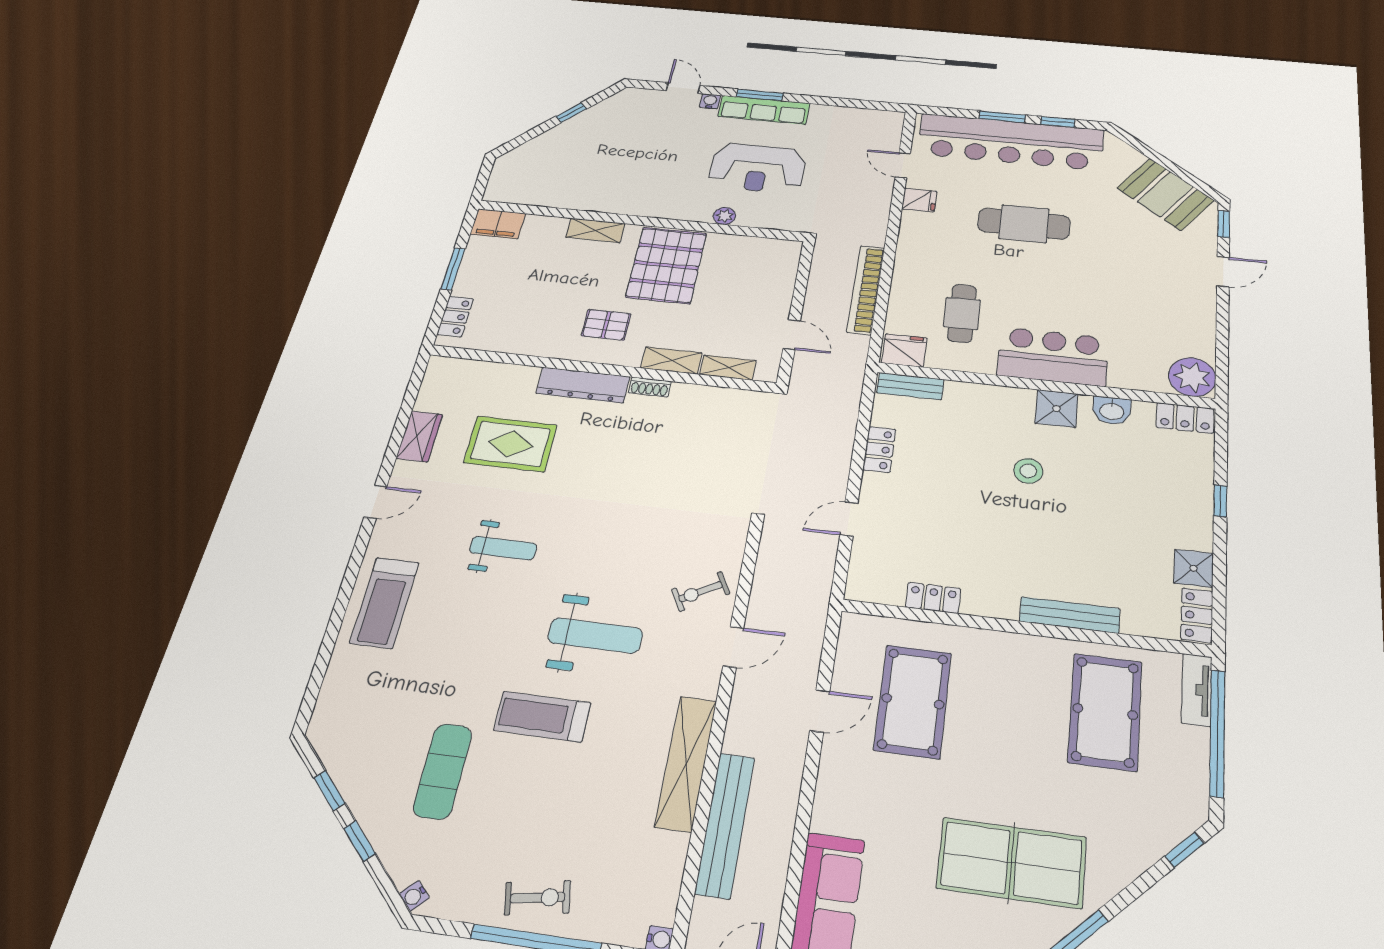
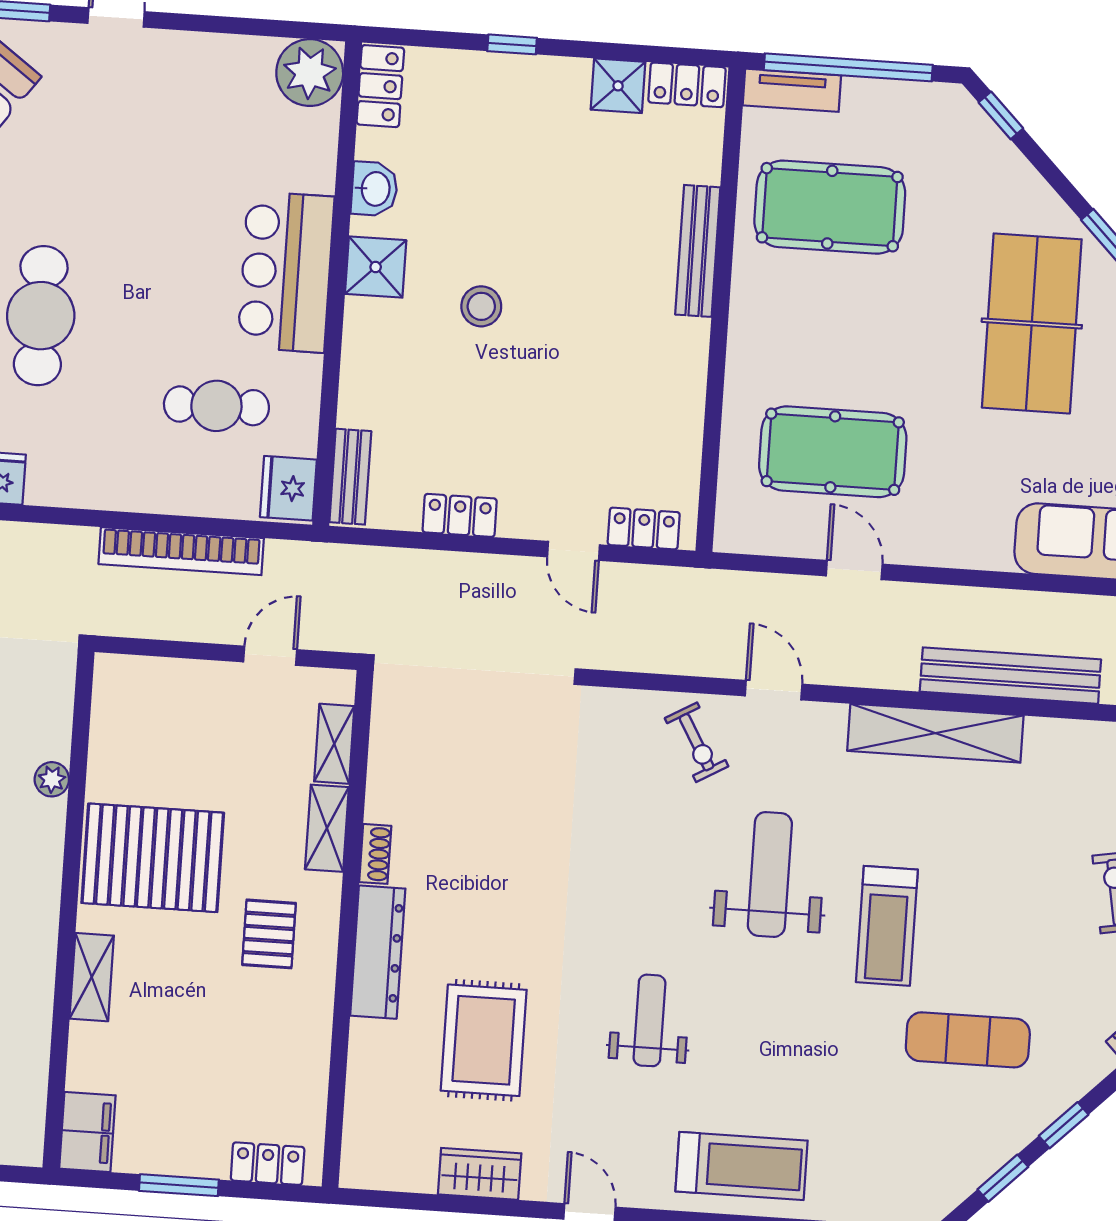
locker: (933, 598) -> (644, 529), moved, turned 90

